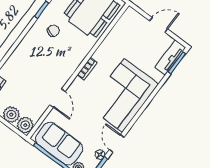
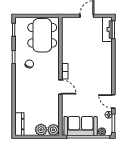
corner sofa: (123, 95) -> (97, 71), removed
door: (58, 98) -> (60, 87), moved

